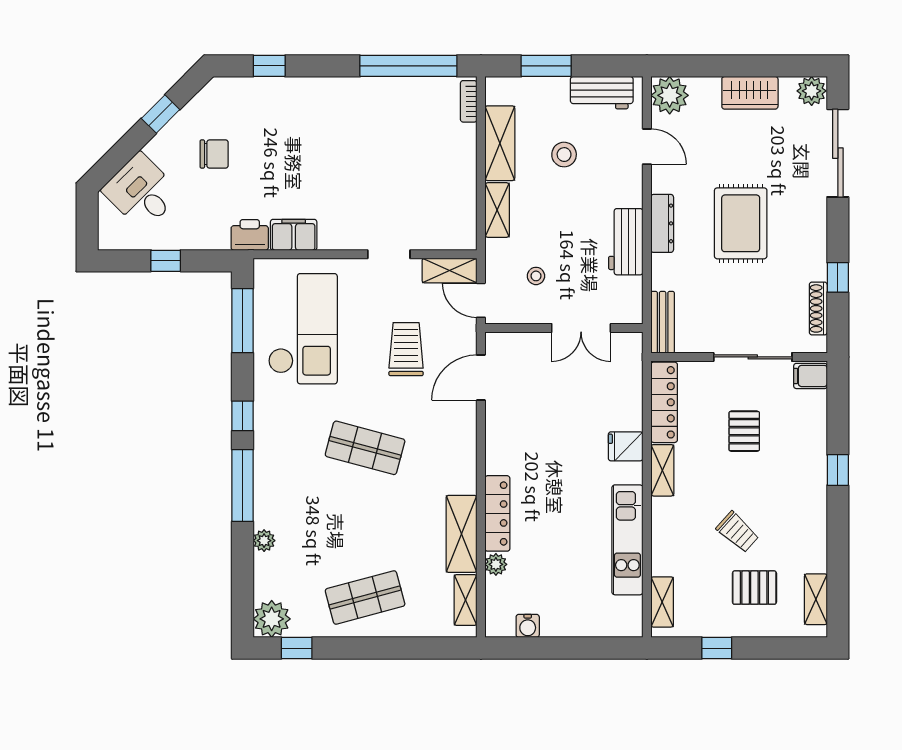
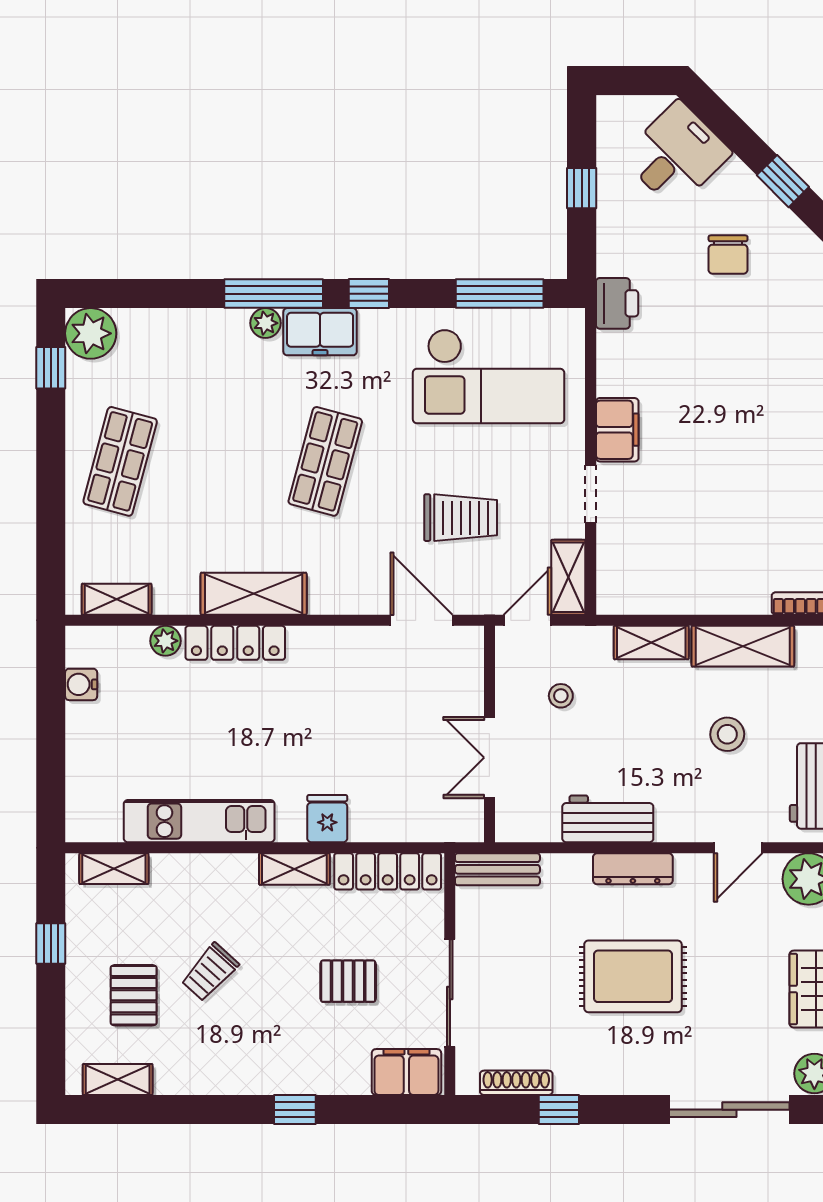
filing cabinet: (294, 235) -> (617, 430), moved
filing cabinet: (810, 376) -> (406, 1072), width x2.00
freezer: (270, 452) -> (320, 332), added
shelving: (462, 534) -> (254, 594), moved
plant: (264, 541) -> (266, 323), moved
shop shelf: (365, 597) -> (120, 461), turned 30

